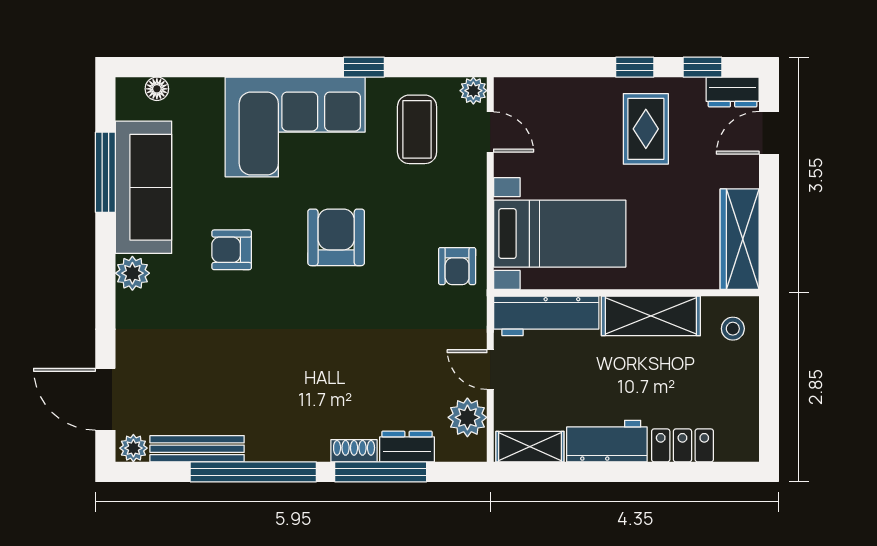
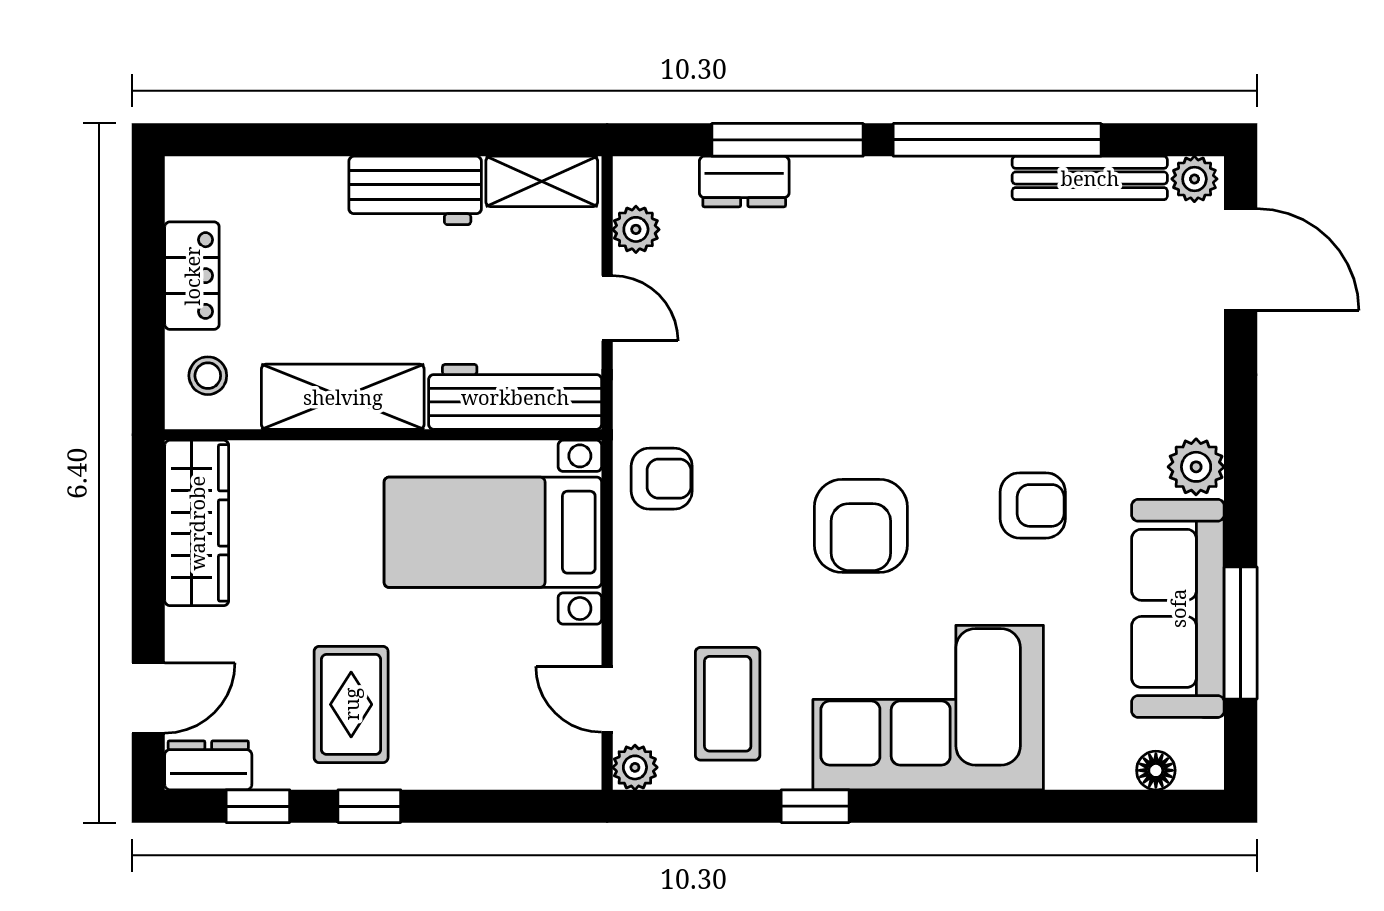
armchair: (457, 266) -> (662, 479), turned 90
plant: (467, 417) -> (636, 229), width x0.73, depth x0.73
locker: (682, 445) -> (192, 276), moved, turned -90
shoe rack: (354, 451) -> (831, 175), removed

